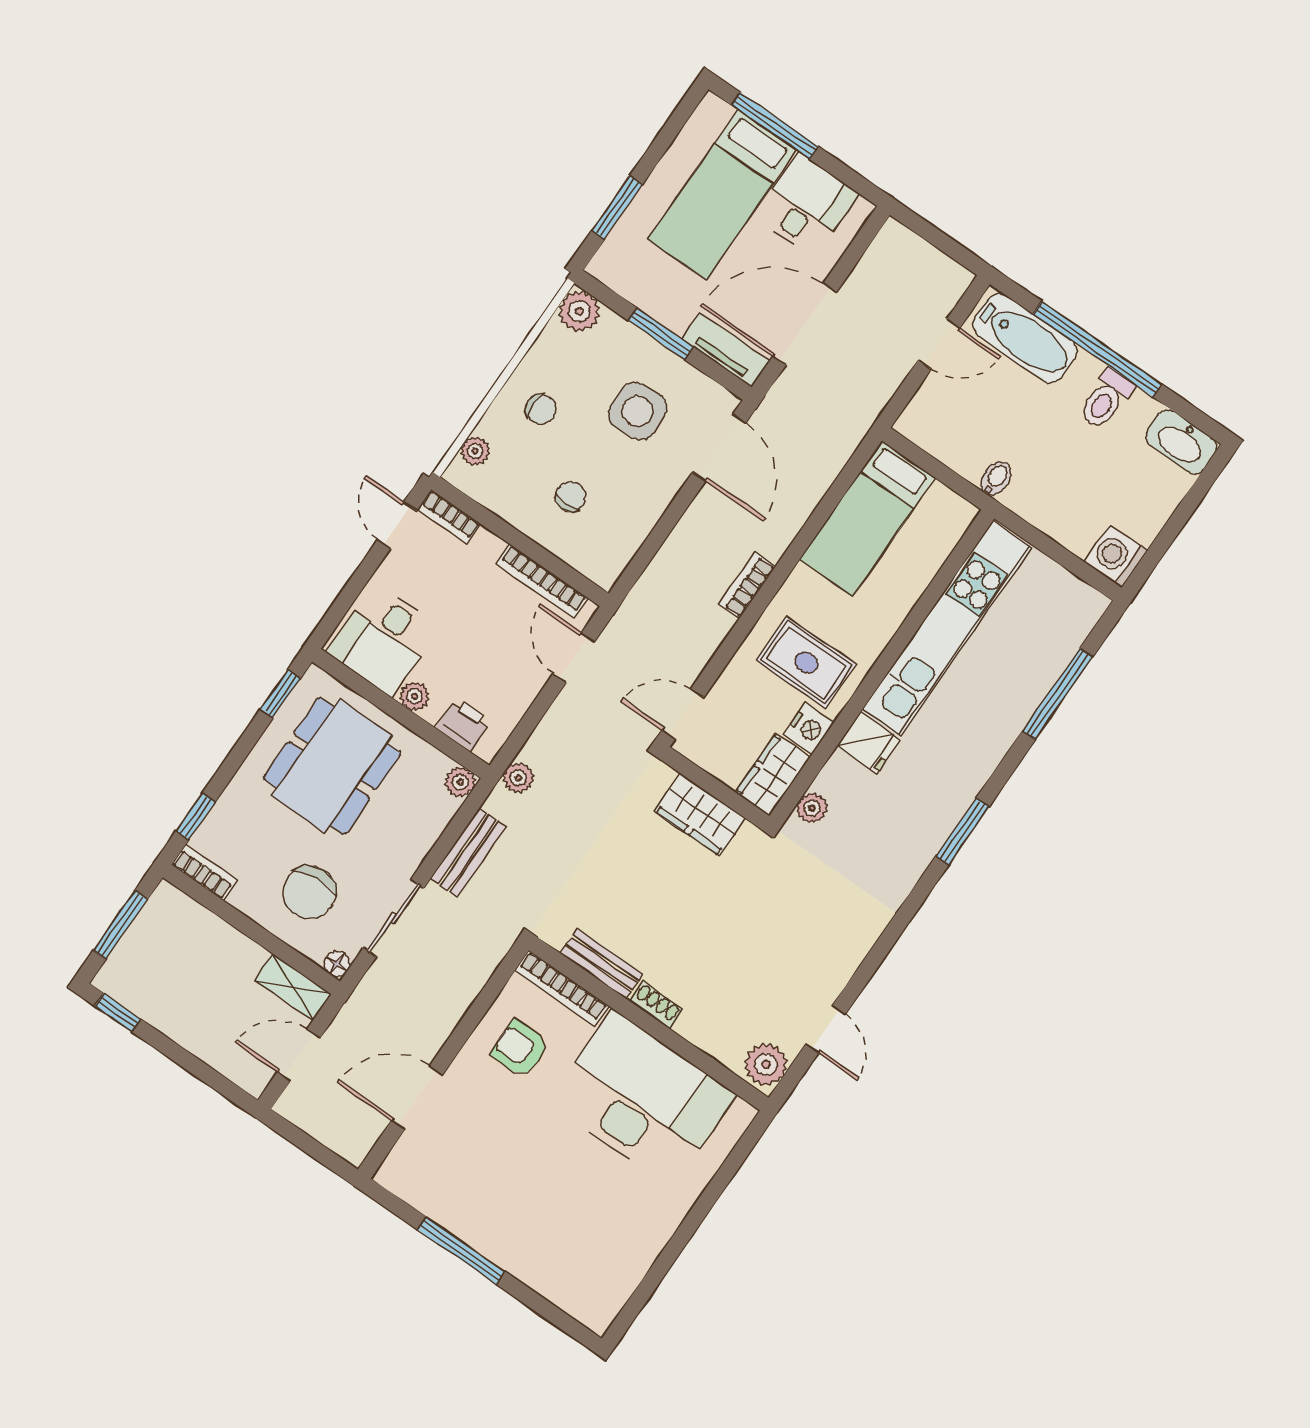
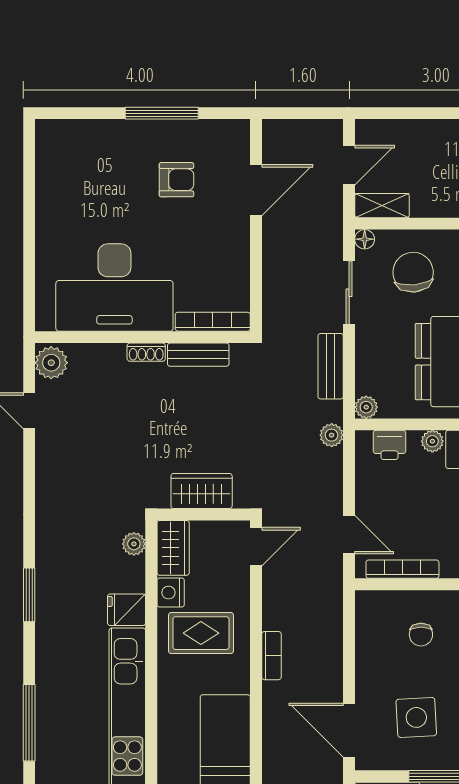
armchair: (520, 1049) -> (176, 180), moved

